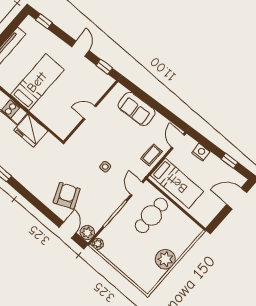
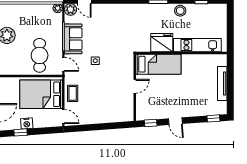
bed: (37, 82) -> (158, 64), moved, turned -90
sofa: (137, 109) -> (73, 39), moved, turned 94
nightstand: (201, 152) -> (27, 123), moved
bed: (177, 183) -> (41, 94), width x1.50
armchair: (67, 196) -> (104, 21), removed

